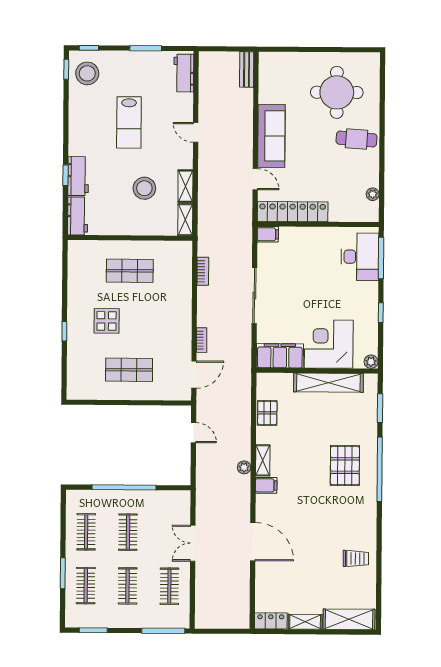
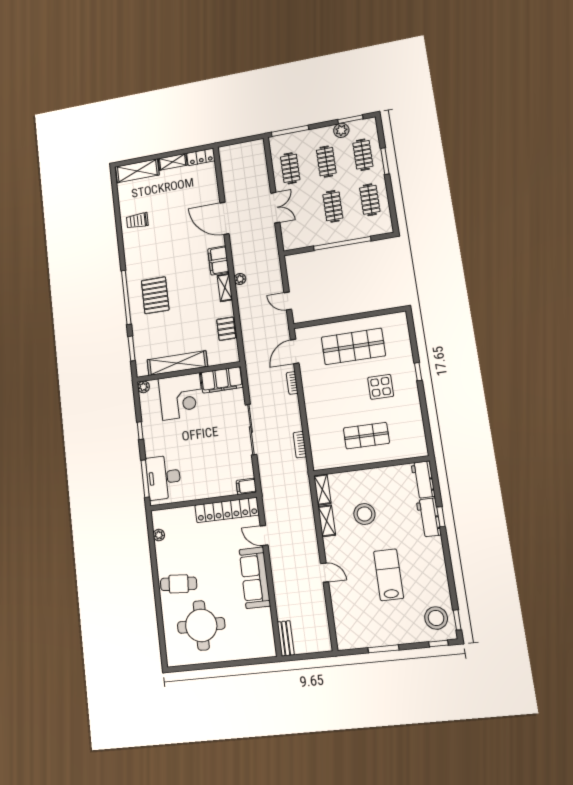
workbench: (184, 73) -> (344, 628), removed
shop shelf: (129, 370) -> (353, 346), width x1.43, depth x1.36
filing cabinet: (266, 485) -> (218, 260), width x2.00
plant: (105, 619) -> (341, 130), added

